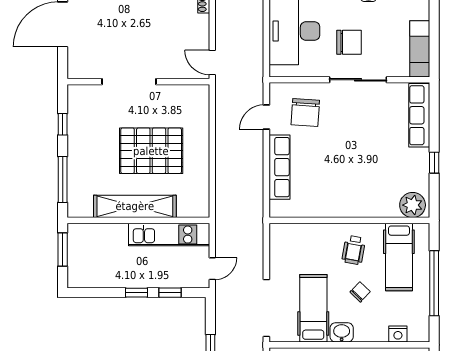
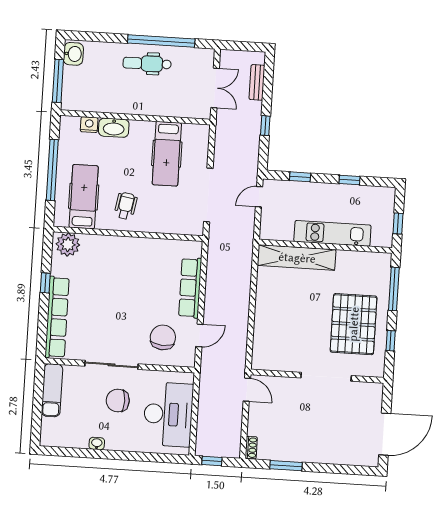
row of seats: (419, 115) -> (57, 317), width x1.36
pallet: (151, 151) -> (354, 324), moved, turned 90
shelving: (135, 206) -> (297, 258), moved
kitchen unit: (169, 235) -> (332, 233), moved
window: (63, 249) -> (398, 223), width x0.67
chair: (360, 292) -> (122, 166), removed
window: (136, 293) -> (349, 180), moved
doorway: (266, 308) -> (208, 195), moved
washbasin: (342, 332) -> (114, 128), moved, width x1.38

